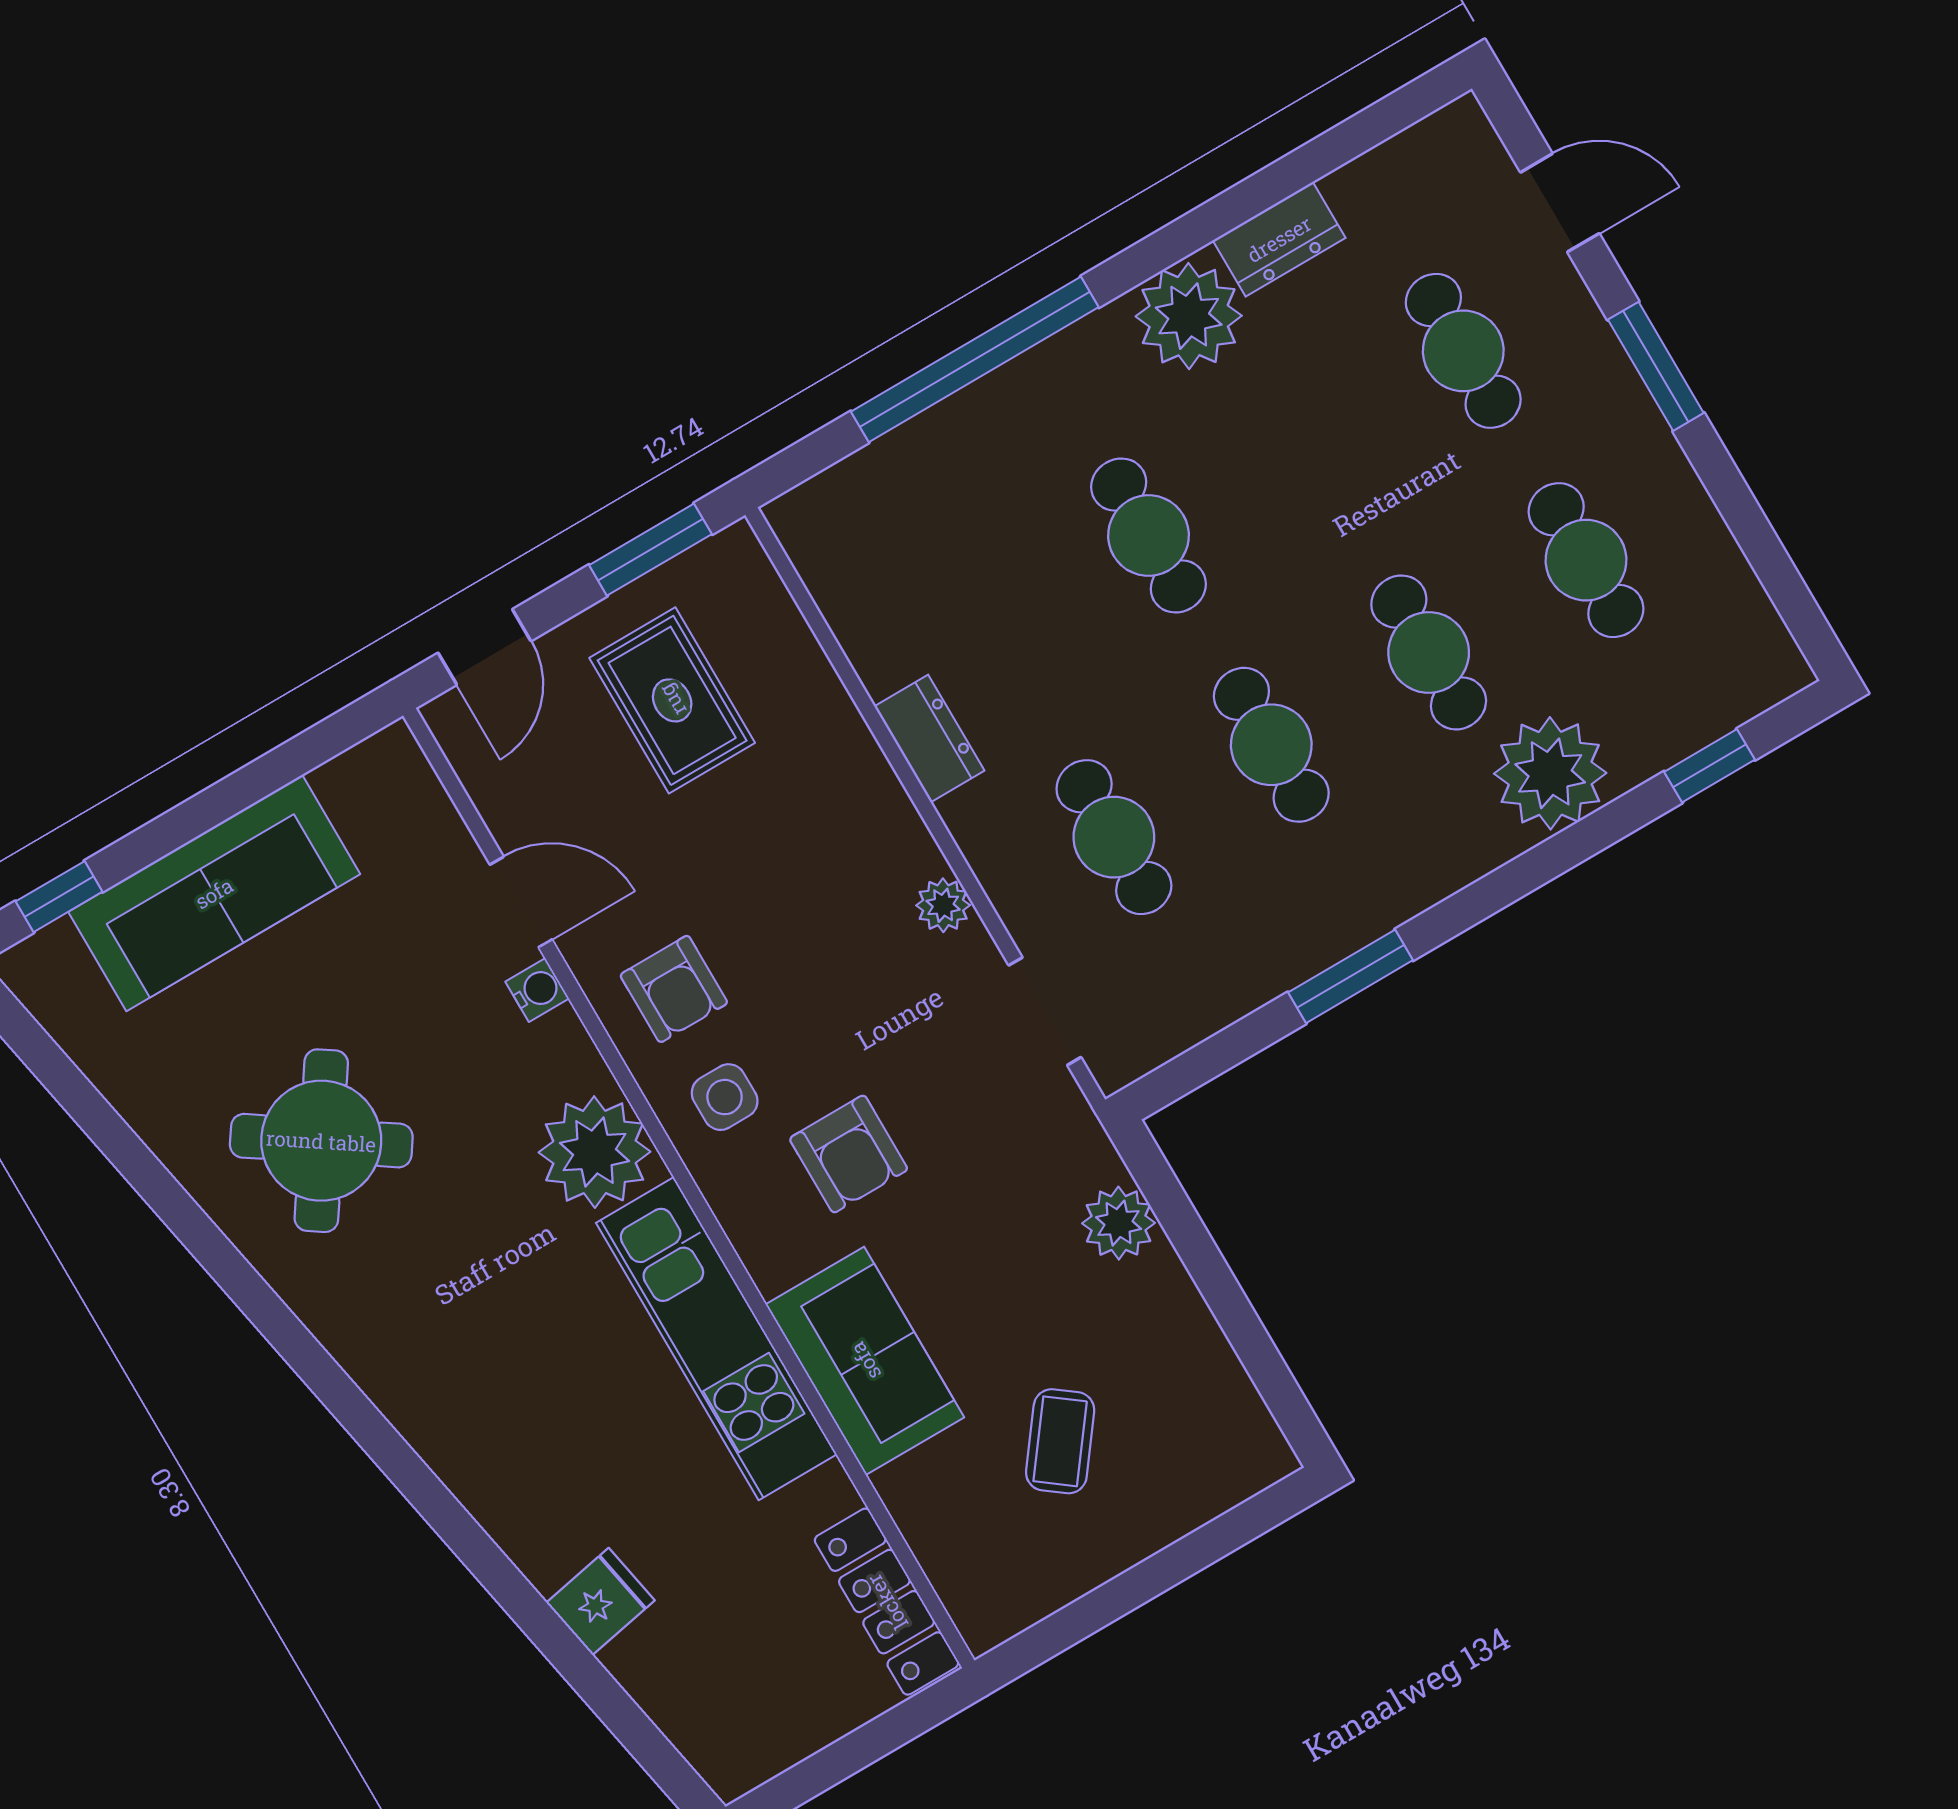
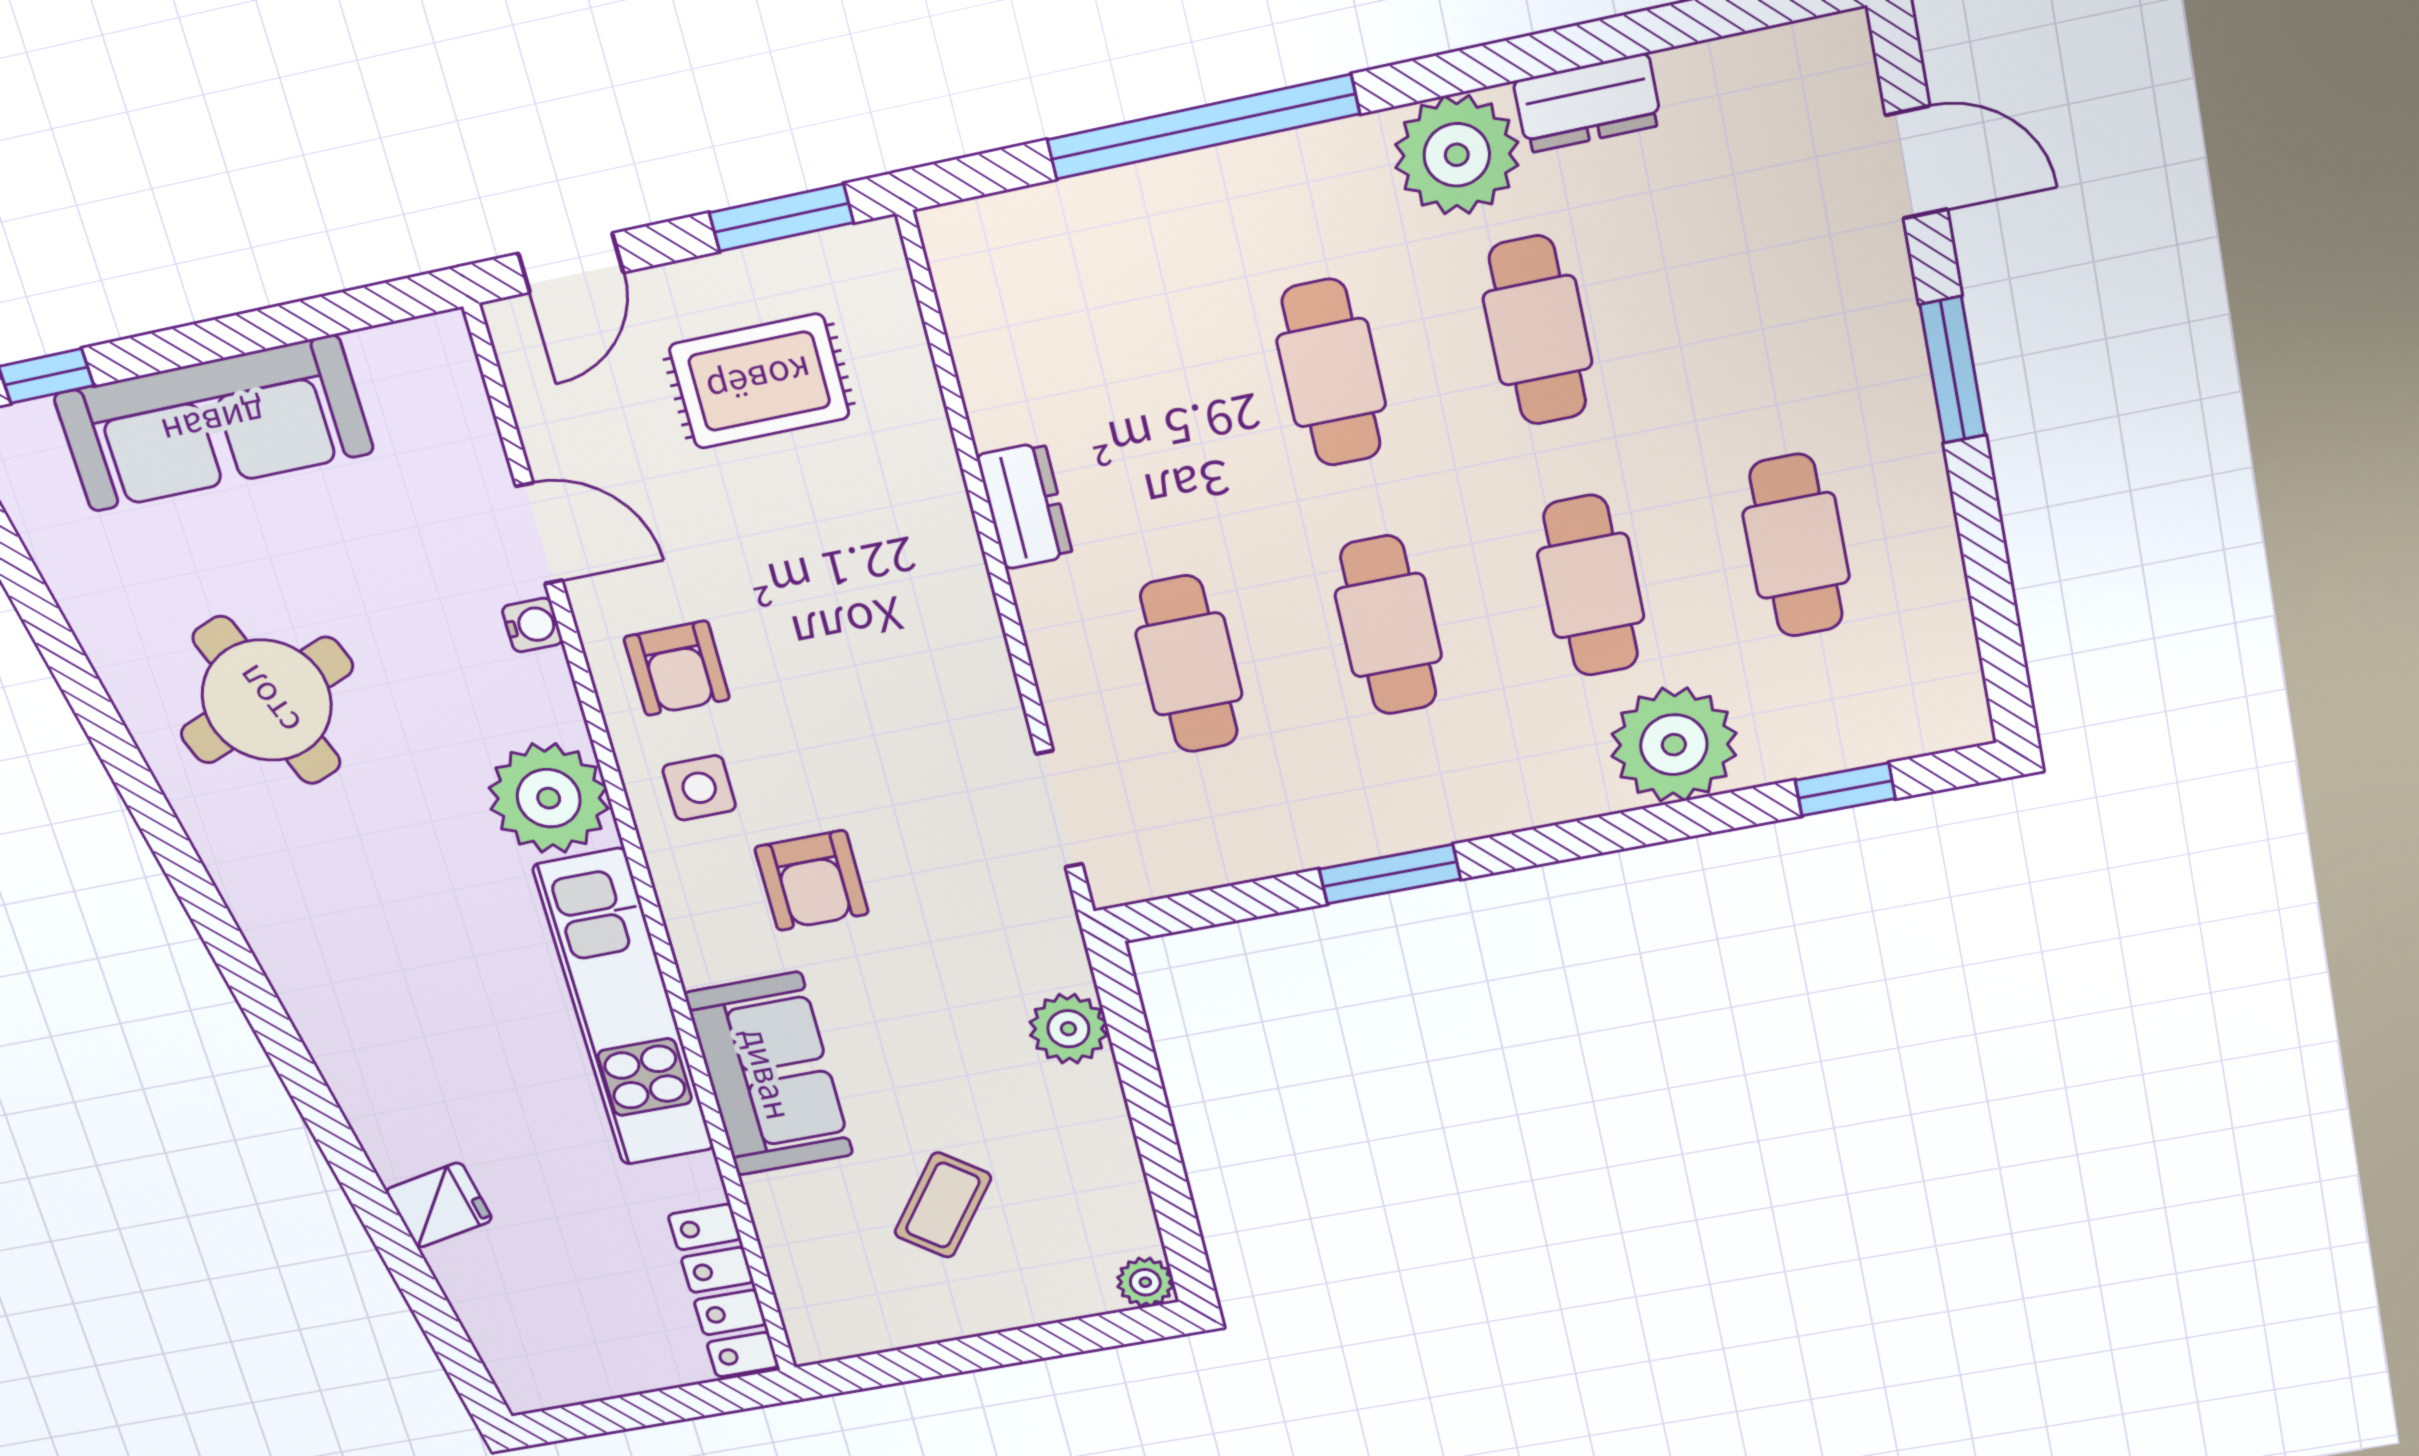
cafe table: (1463, 351) -> (1538, 330), moved
rug: (672, 700) -> (759, 381), turned 90
plant: (943, 905) -> (1145, 1282), moved
round table: (321, 1141) -> (267, 700), turned 35

